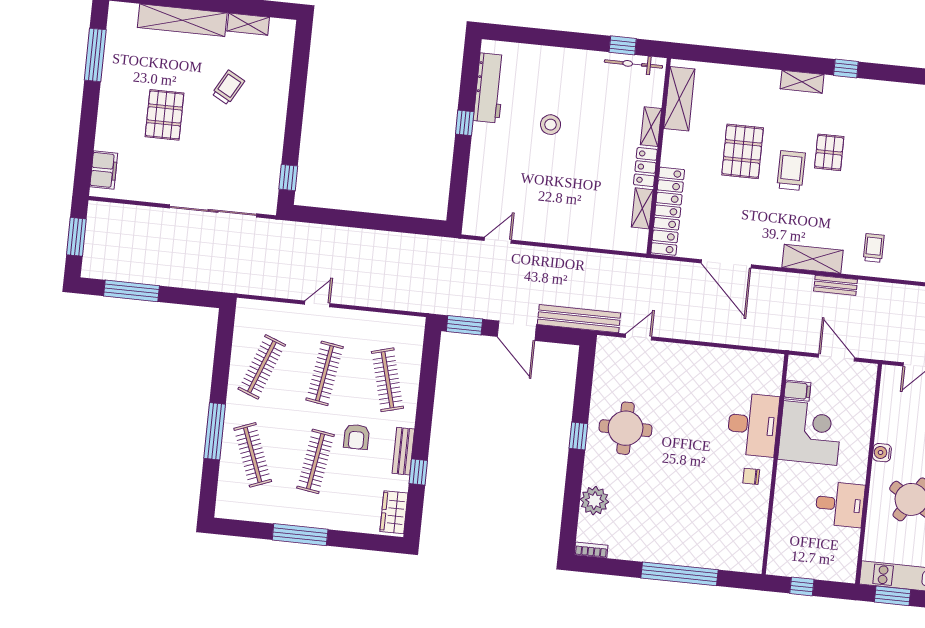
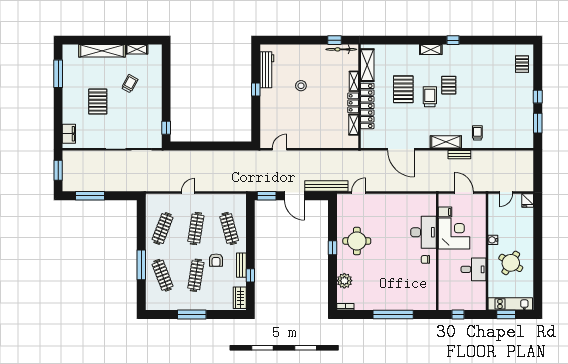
locker: (668, 211) -> (367, 106), moved

